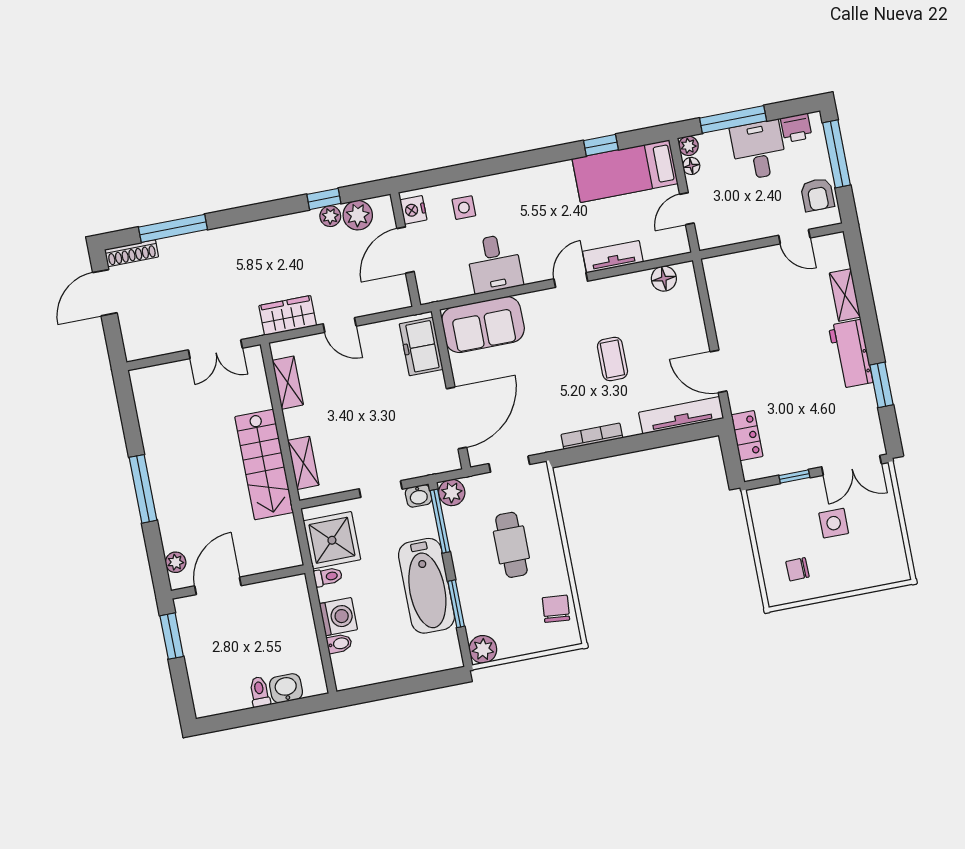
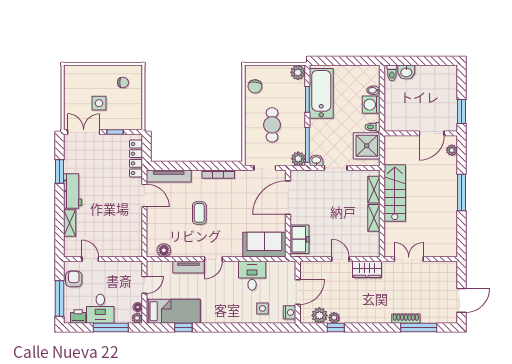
shoe rack: (132, 253) -> (406, 319), moved
shelving: (288, 383) -> (374, 218), moved
locker: (747, 436) -> (136, 159), width x1.53
bathtub: (426, 586) -> (321, 93), moved
toilet: (260, 692) -> (392, 73), moved

